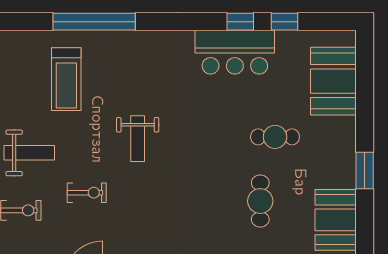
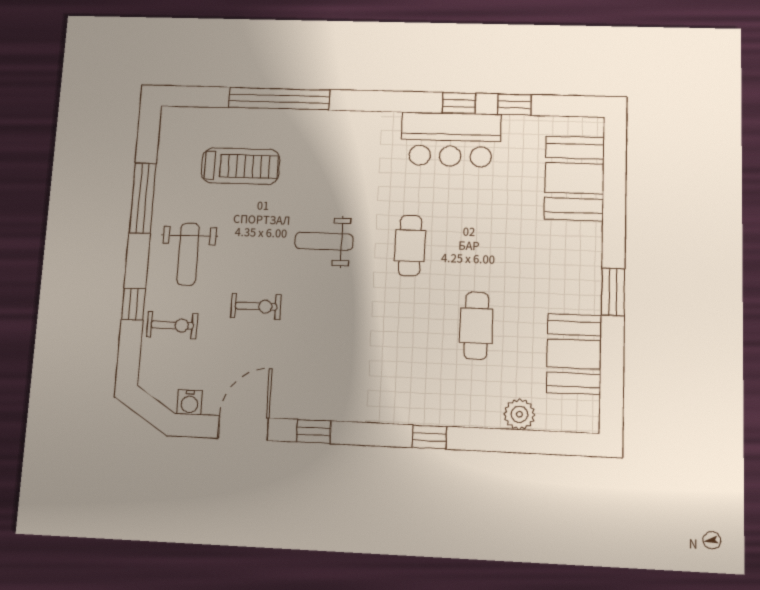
treadmill: (66, 79) -> (240, 166), turned -90
cafe table: (275, 137) -> (410, 246), moved, turned 90
weight bench: (138, 139) -> (324, 241), turned 90
weight bench: (29, 153) -> (188, 254), turned 90

